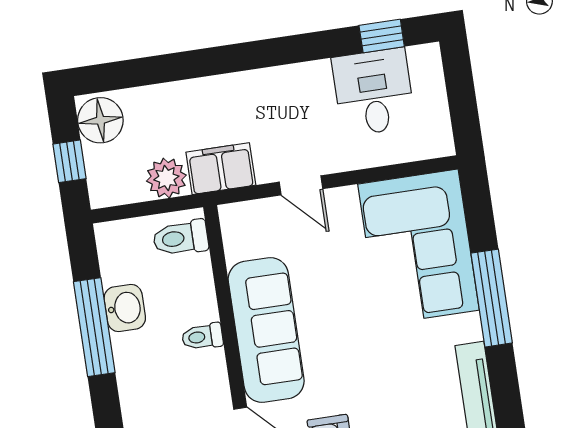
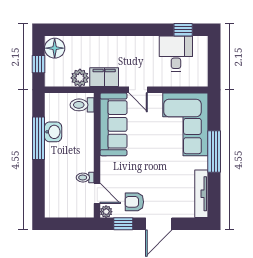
sofa: (266, 330) -> (113, 124), moved
toilet: (202, 337) -> (85, 178), moved

